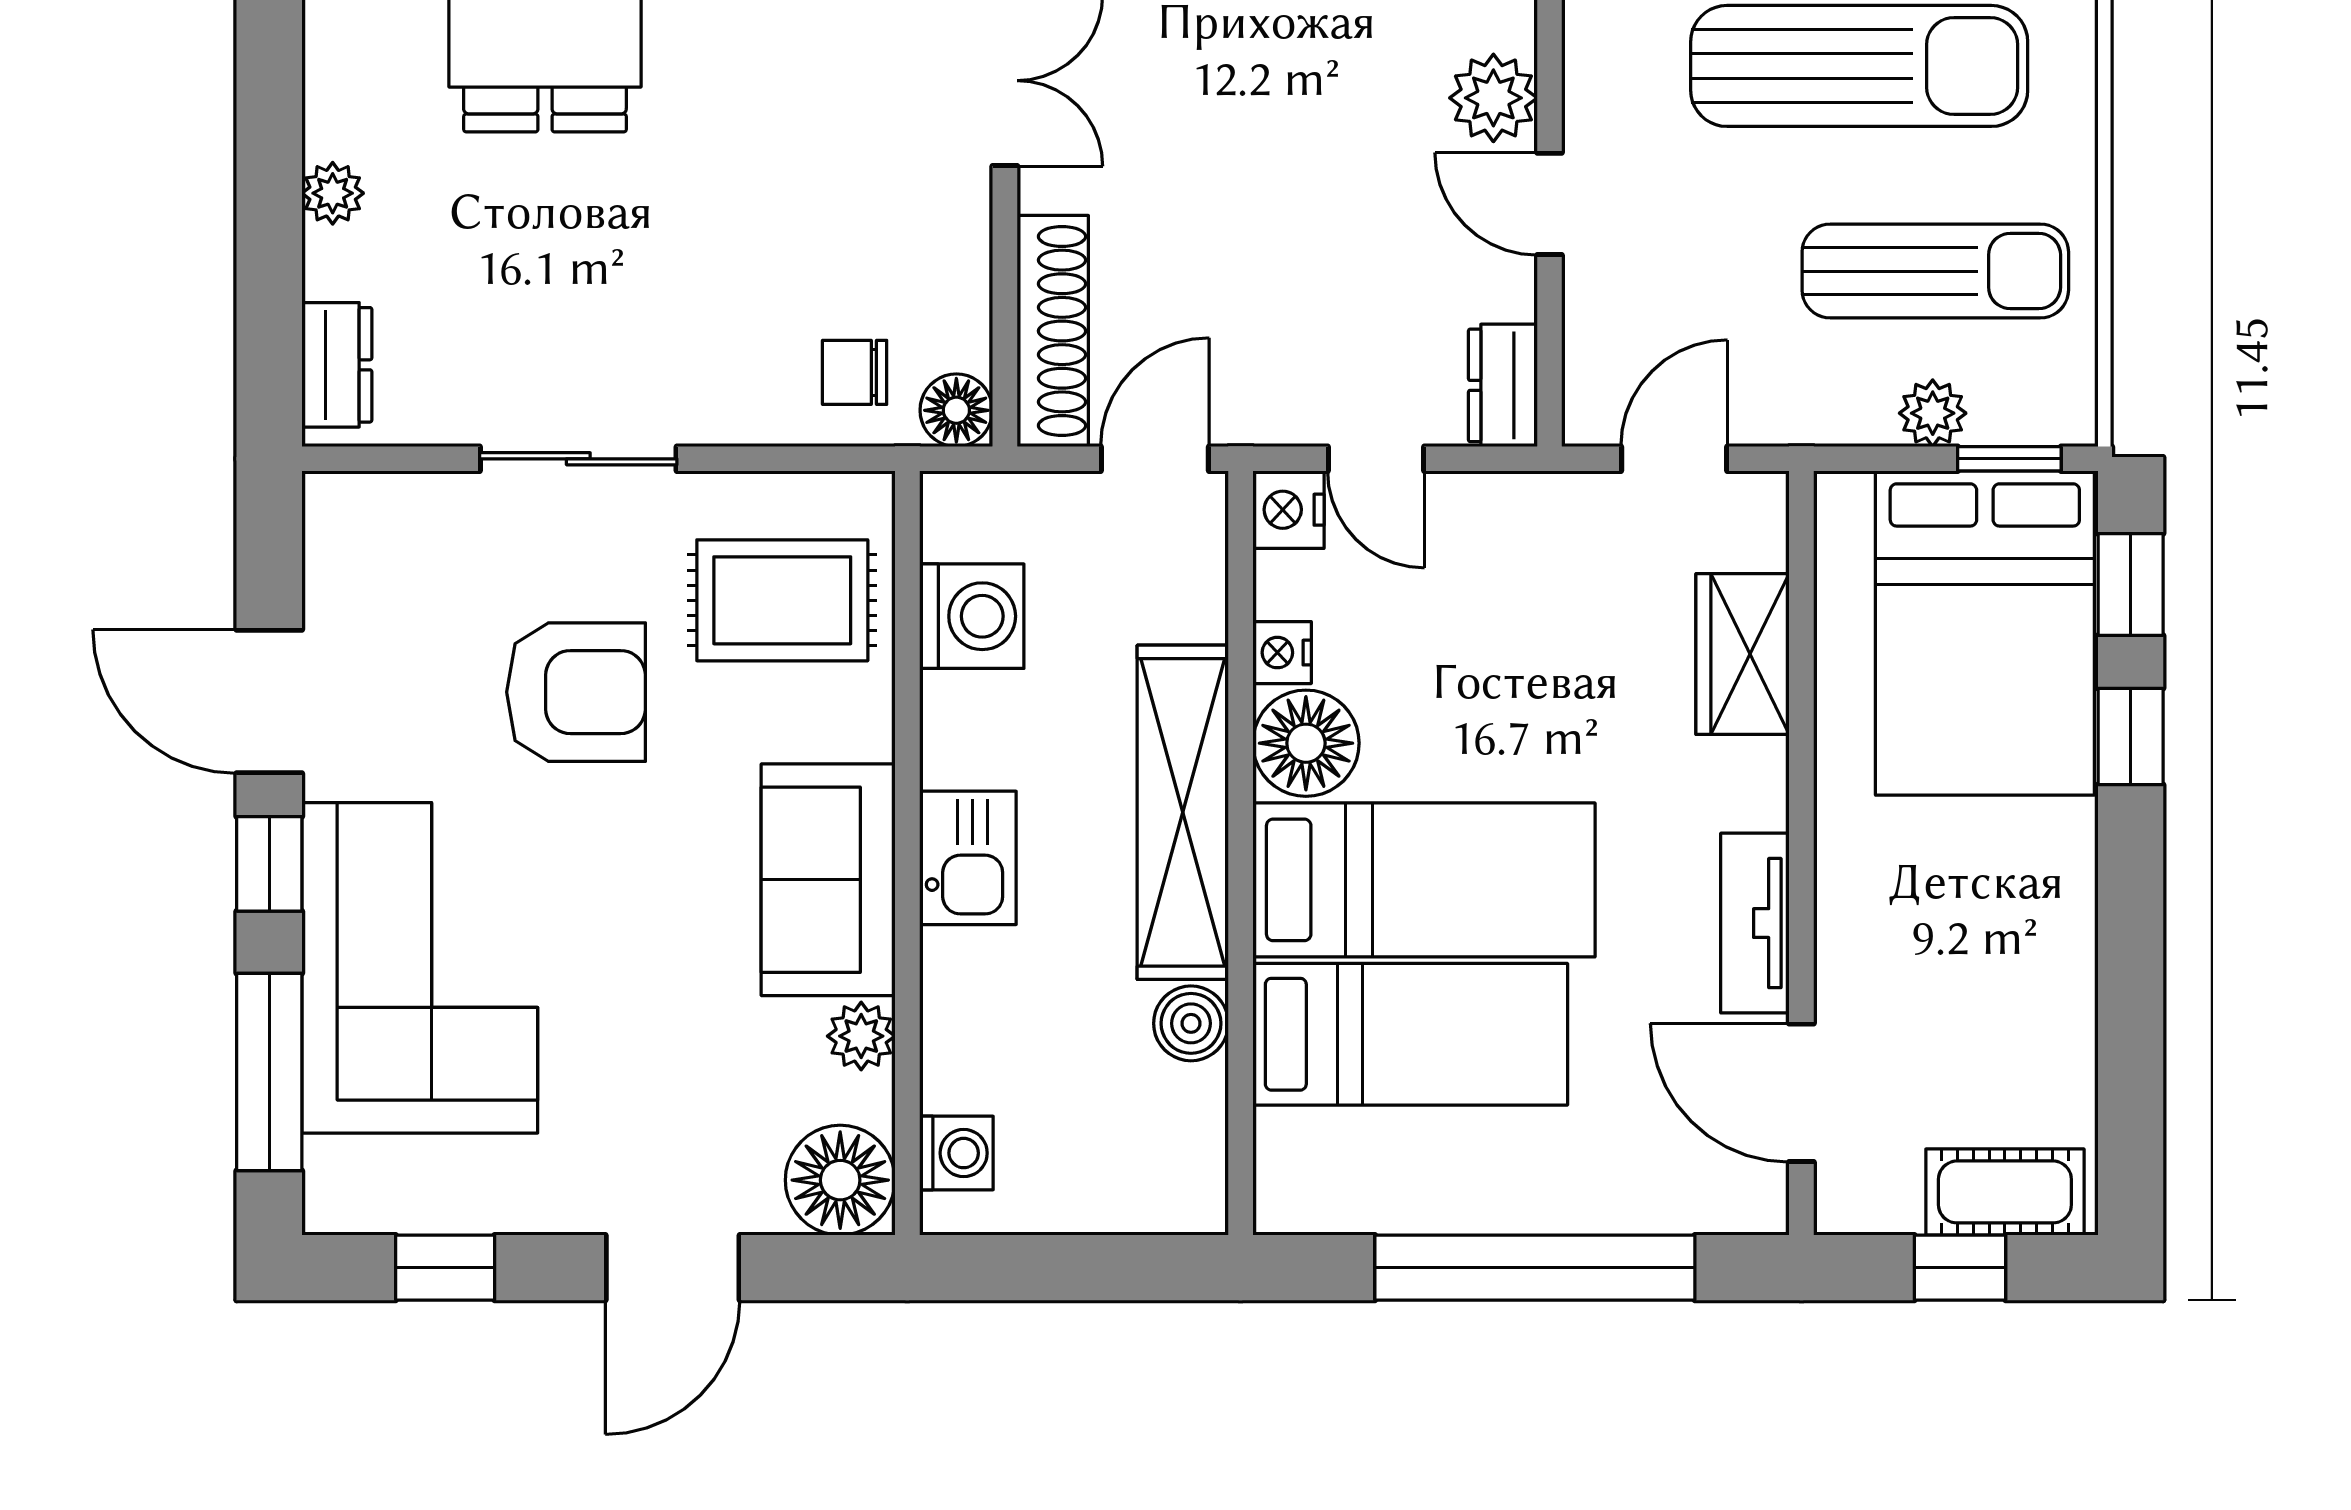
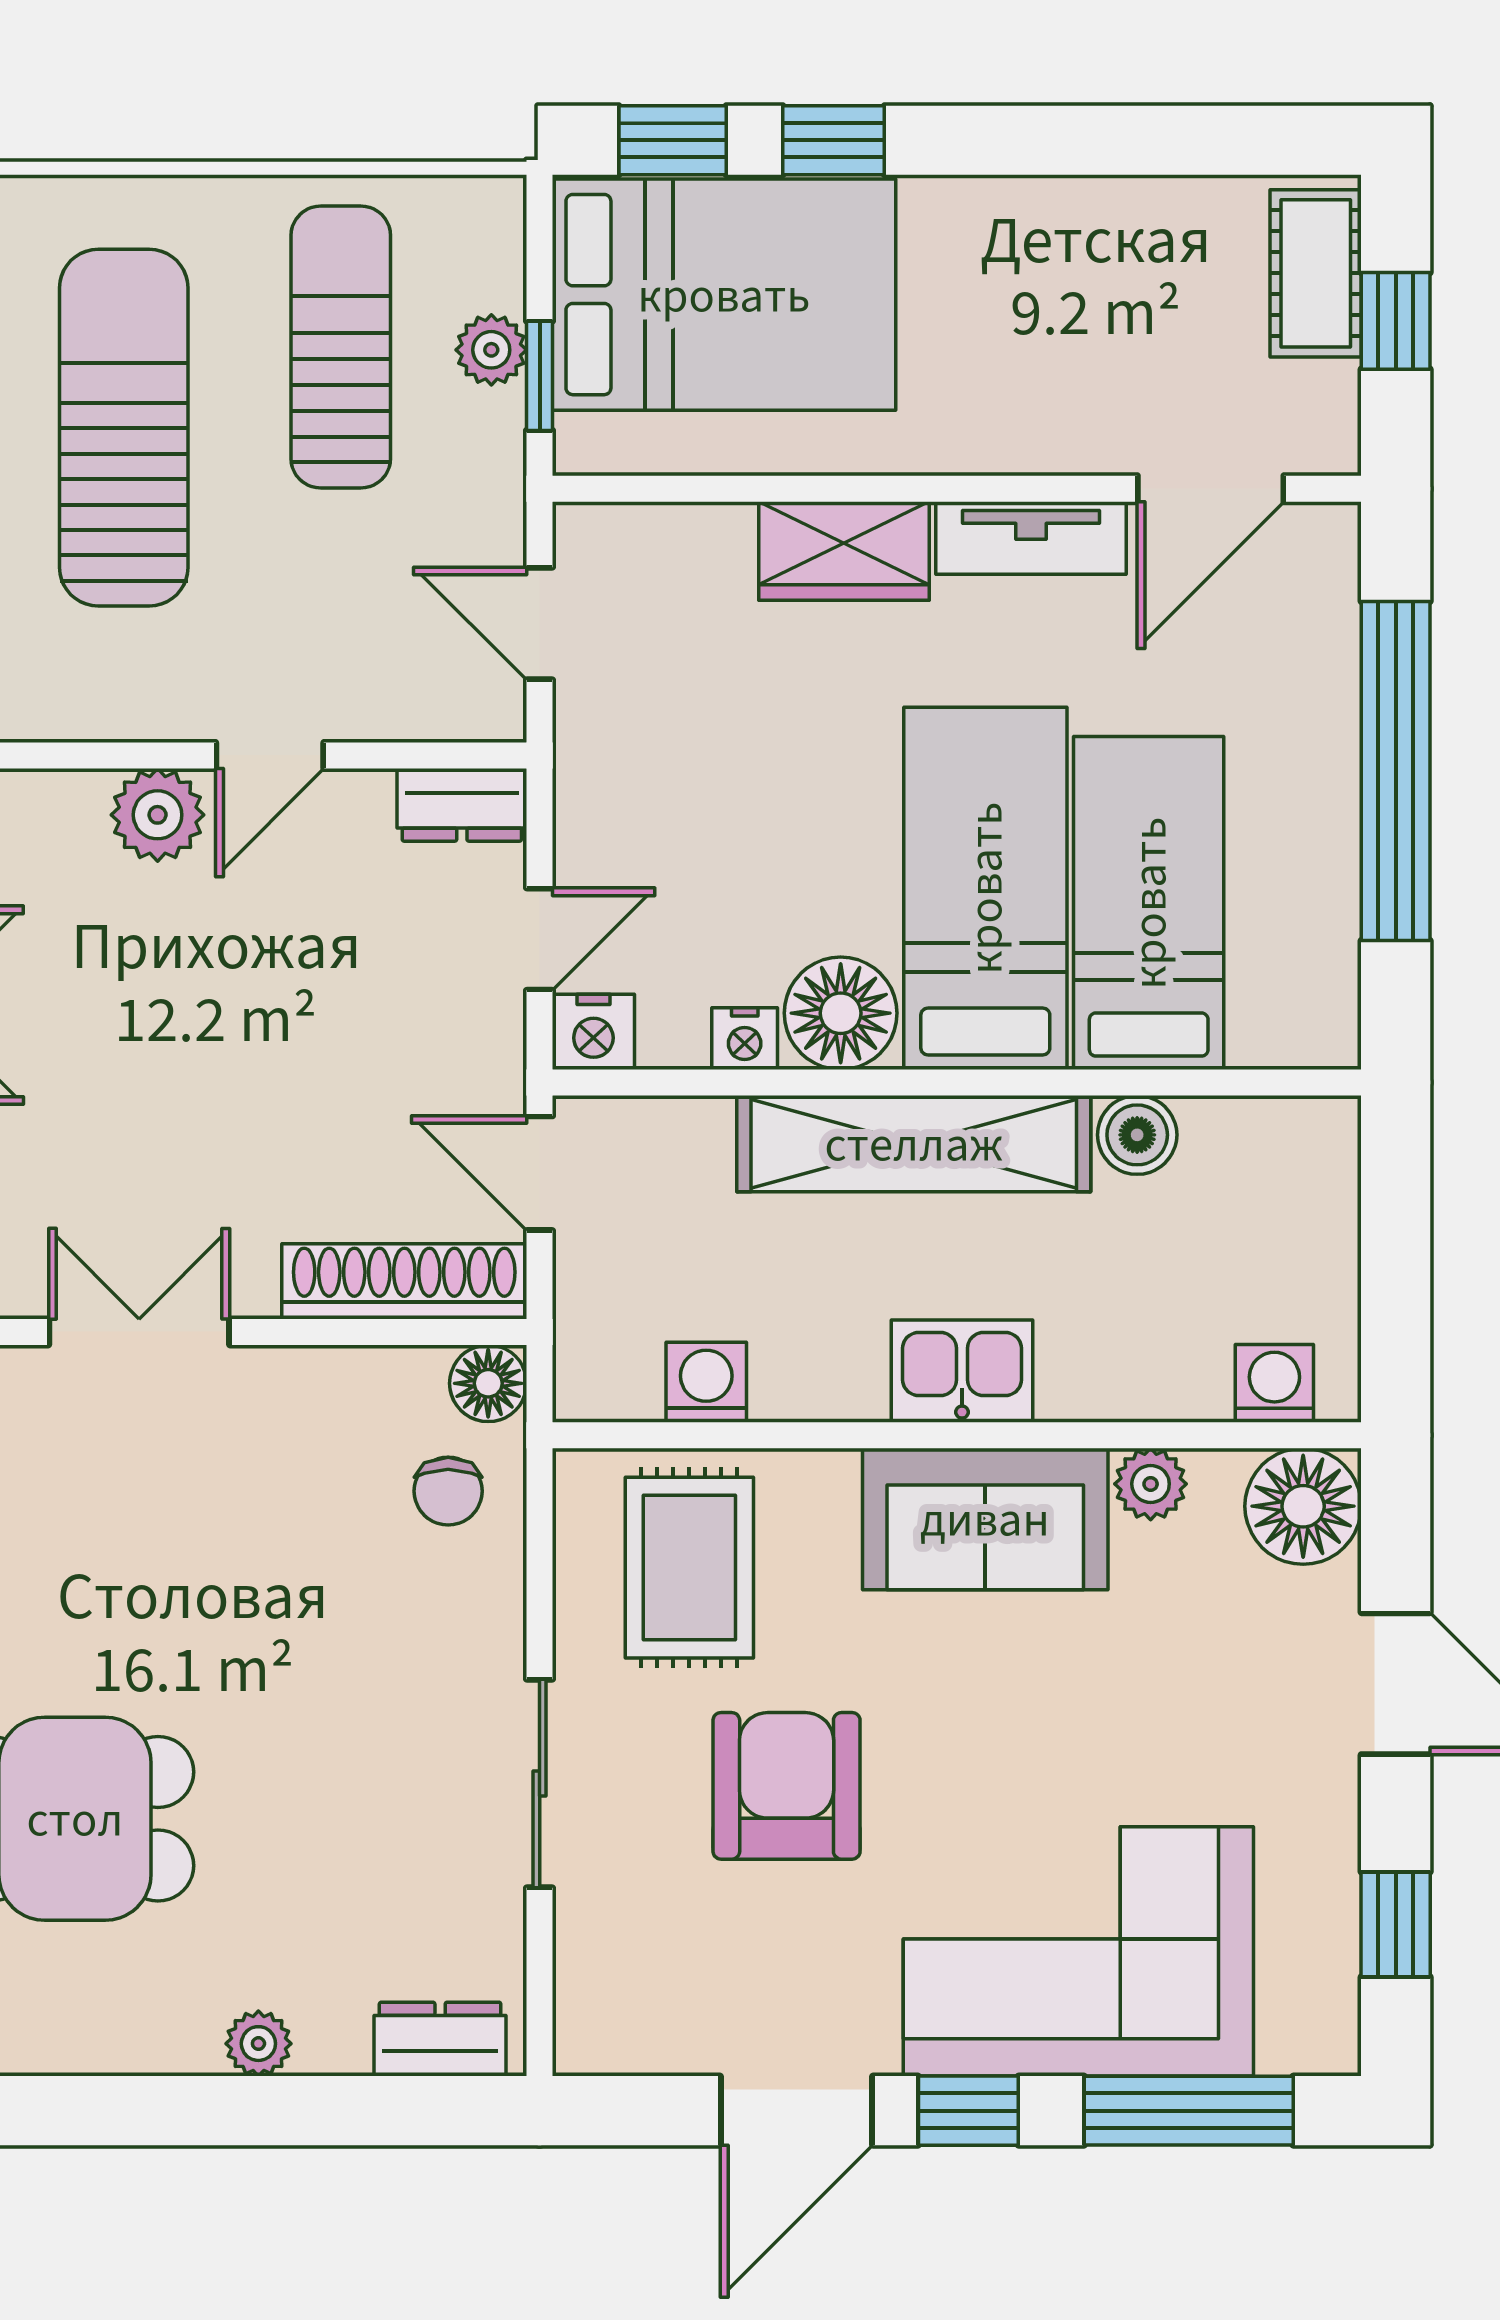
window: (2009, 459) -> (540, 376), moved
washing machine: (972, 616) -> (706, 1382), width x0.73, depth x0.73
wardrobe: (1743, 654) -> (844, 551), moved

